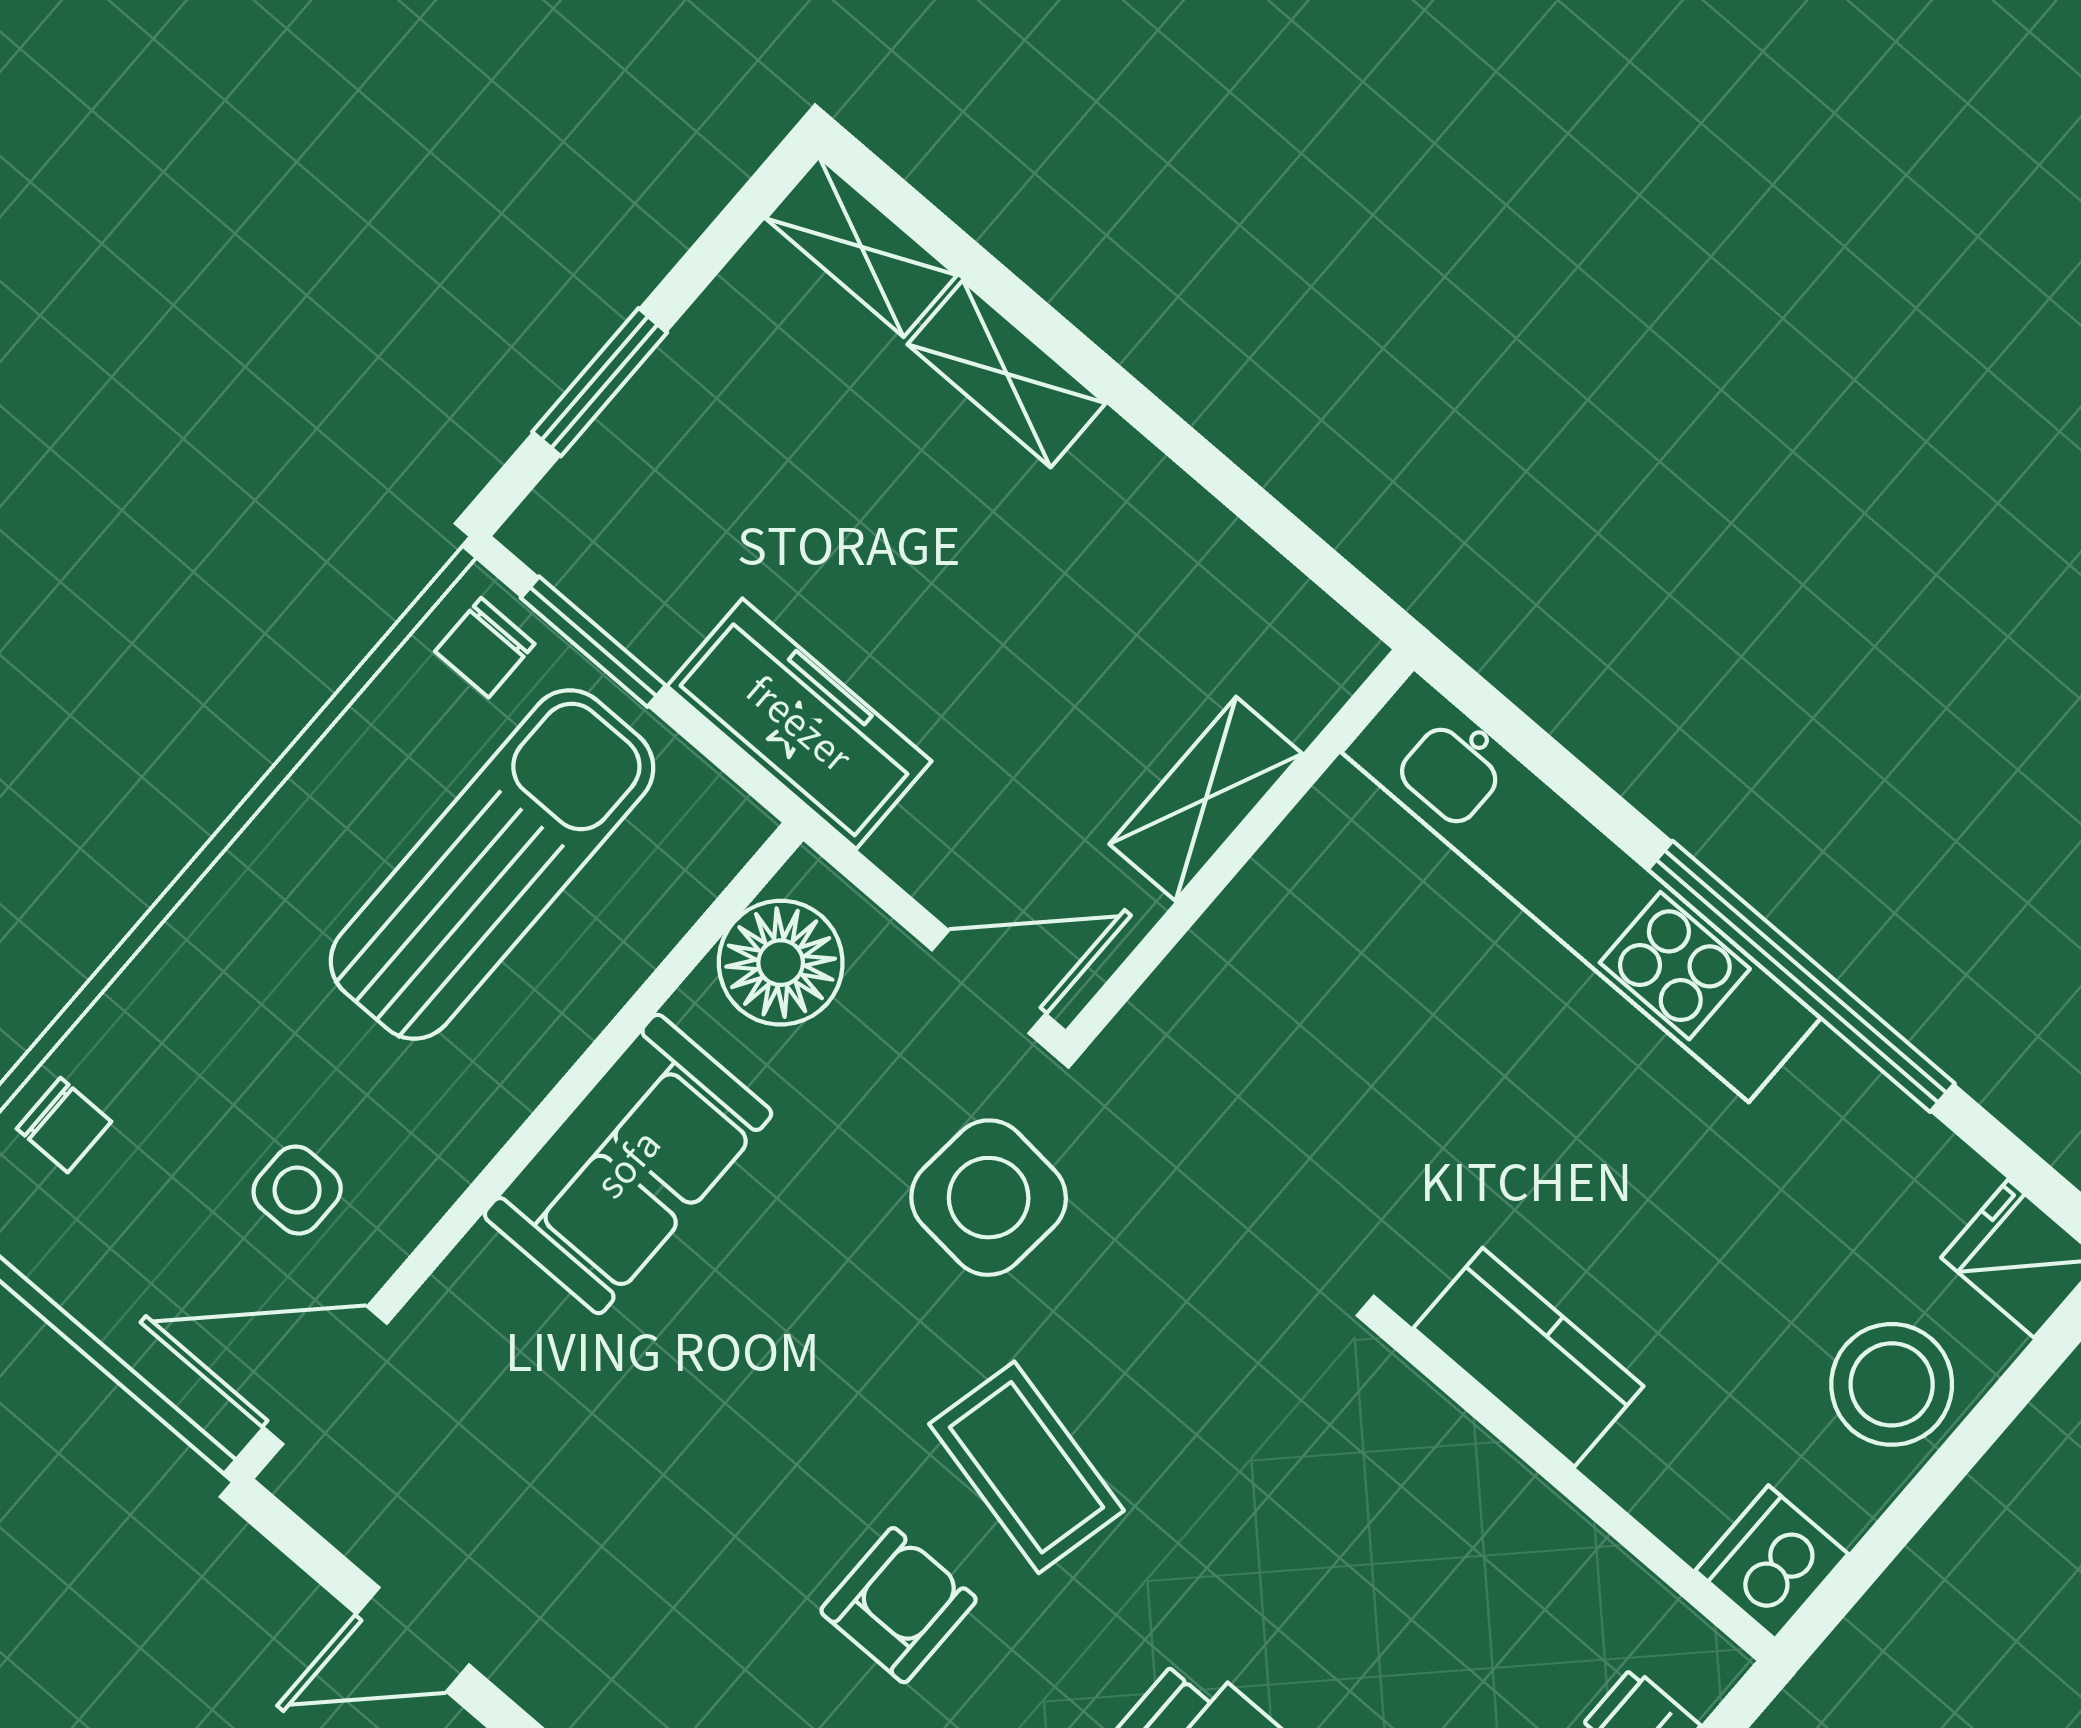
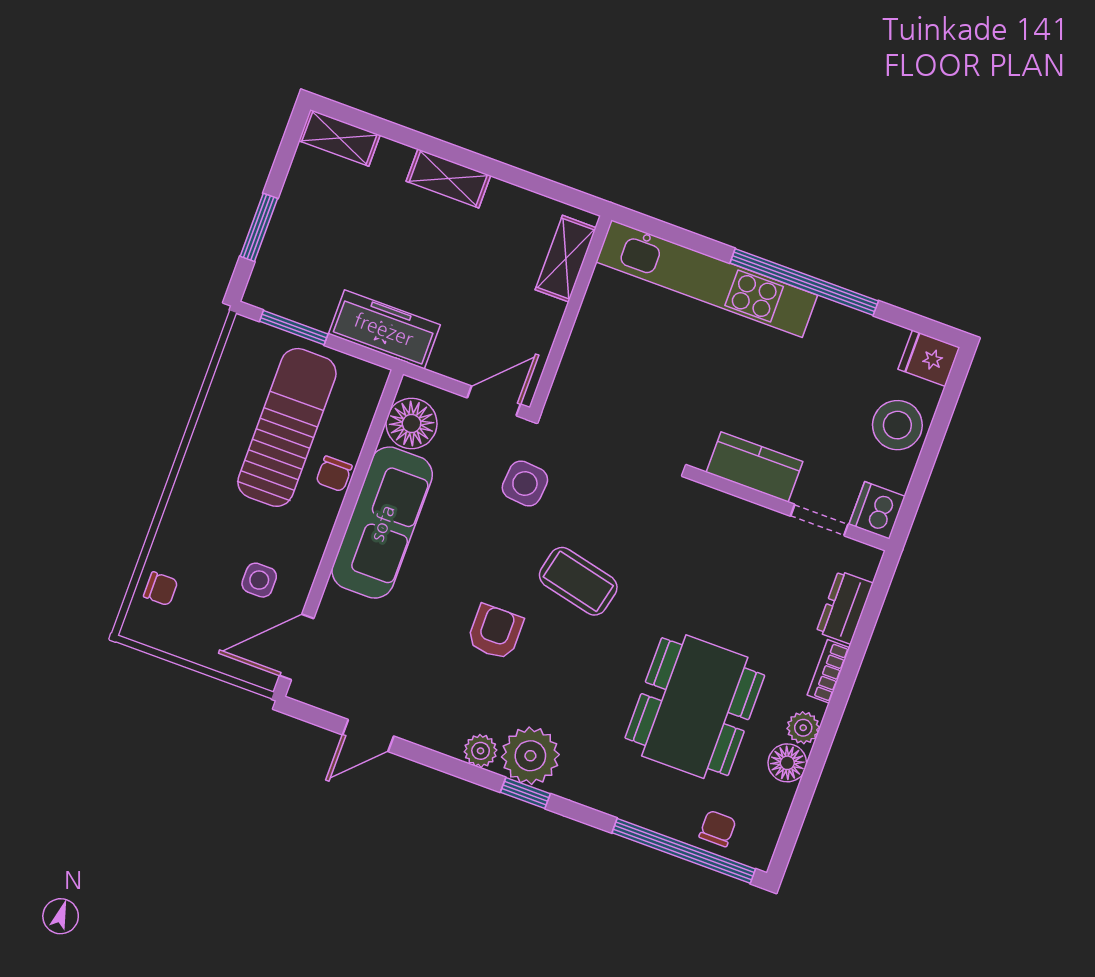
shelving: (1007, 374) -> (448, 178), moved
chair: (485, 648) -> (334, 474), moved
shelving: (1206, 799) -> (566, 259), moved
sofa: (628, 1164) -> (382, 523), width x1.36
side table: (989, 1198) -> (525, 483), width x0.73, depth x0.73
doorway: (1631, 1535) -> (819, 520), added
armchair: (899, 1605) -> (495, 632), moved

